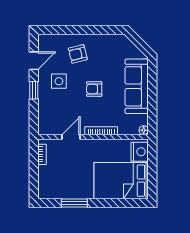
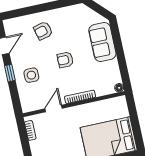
side table: (59, 81) -> (31, 75), moved
sofa: (137, 86) -> (102, 42), width x0.73
nightstand: (140, 152) -> (120, 108), removed

